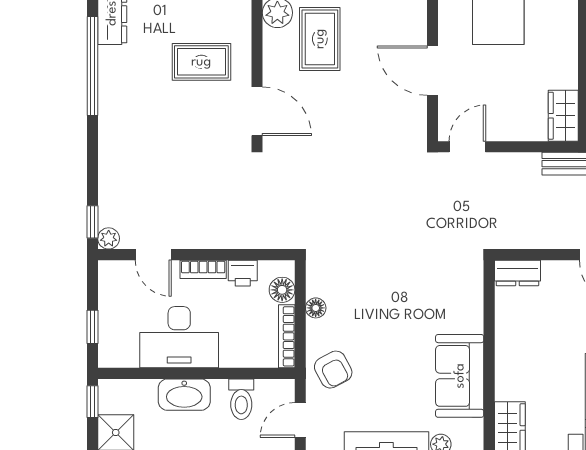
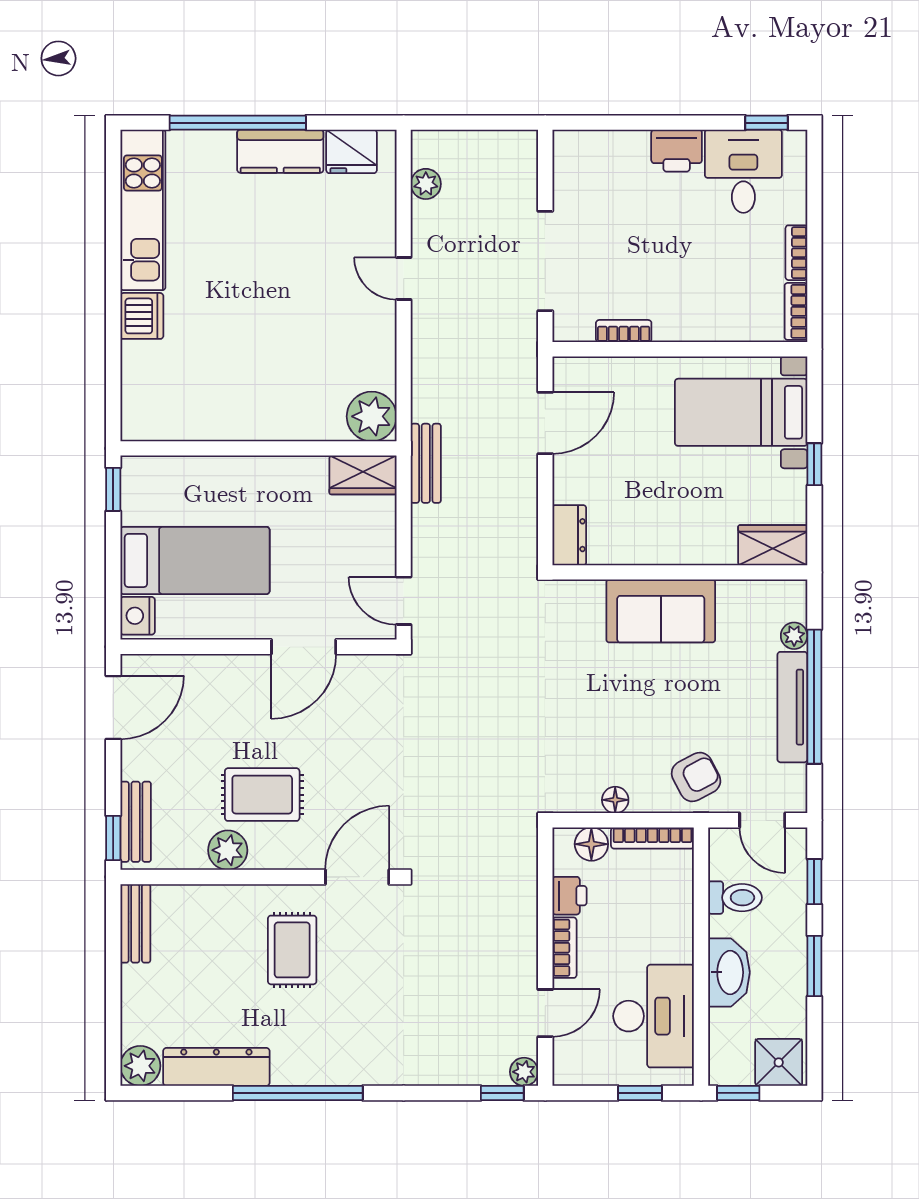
desk: (179, 337) -> (654, 1016), moved
sofa: (460, 376) -> (661, 611), moved

